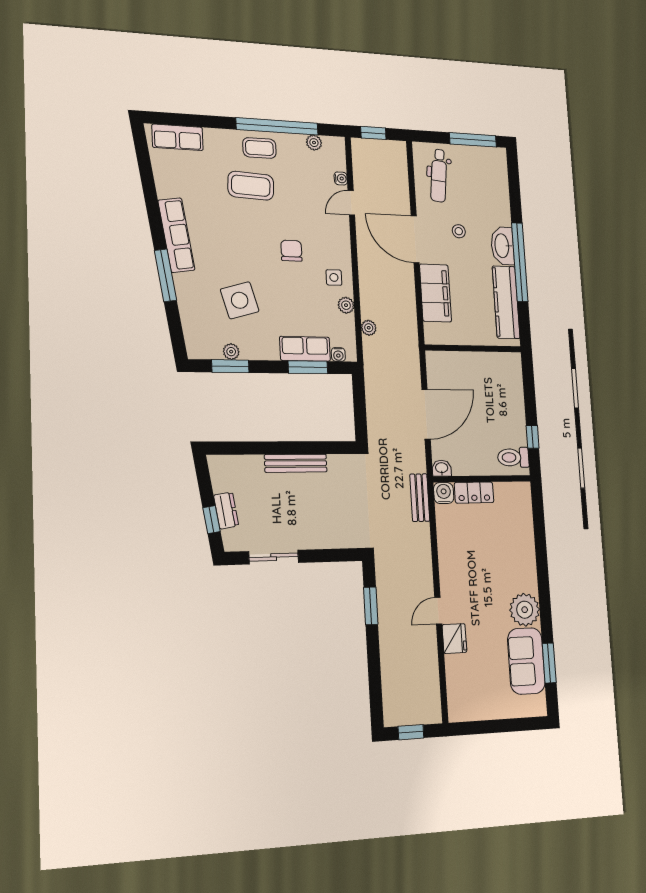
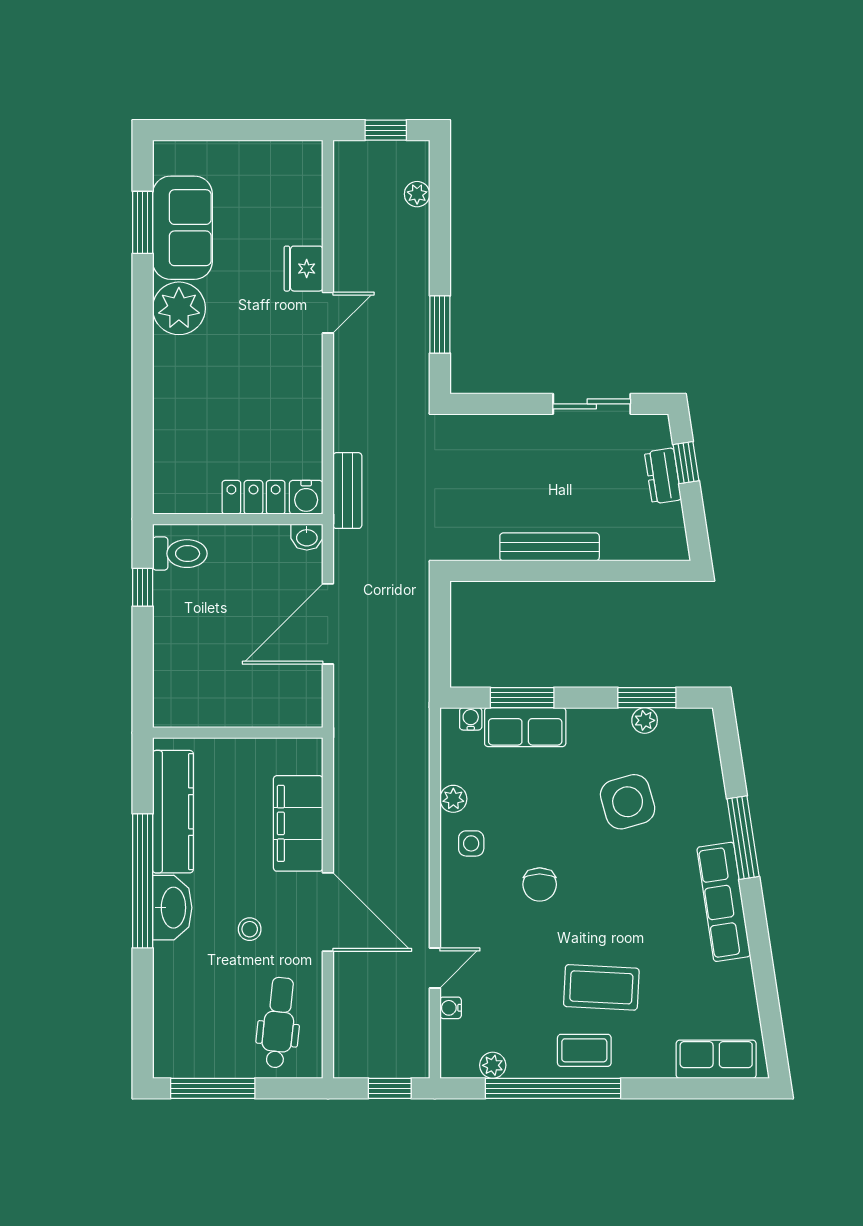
plant: (369, 328) -> (417, 194), moved

